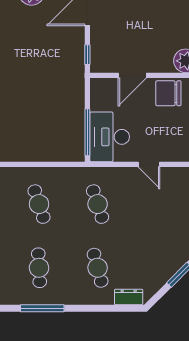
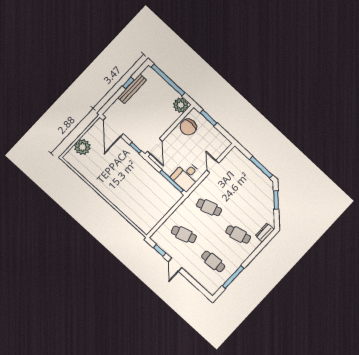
door: (132, 75) -> (155, 146), moved
desk: (110, 137) -> (186, 176), width x0.73
door: (149, 164) -> (213, 167), swing flipped

